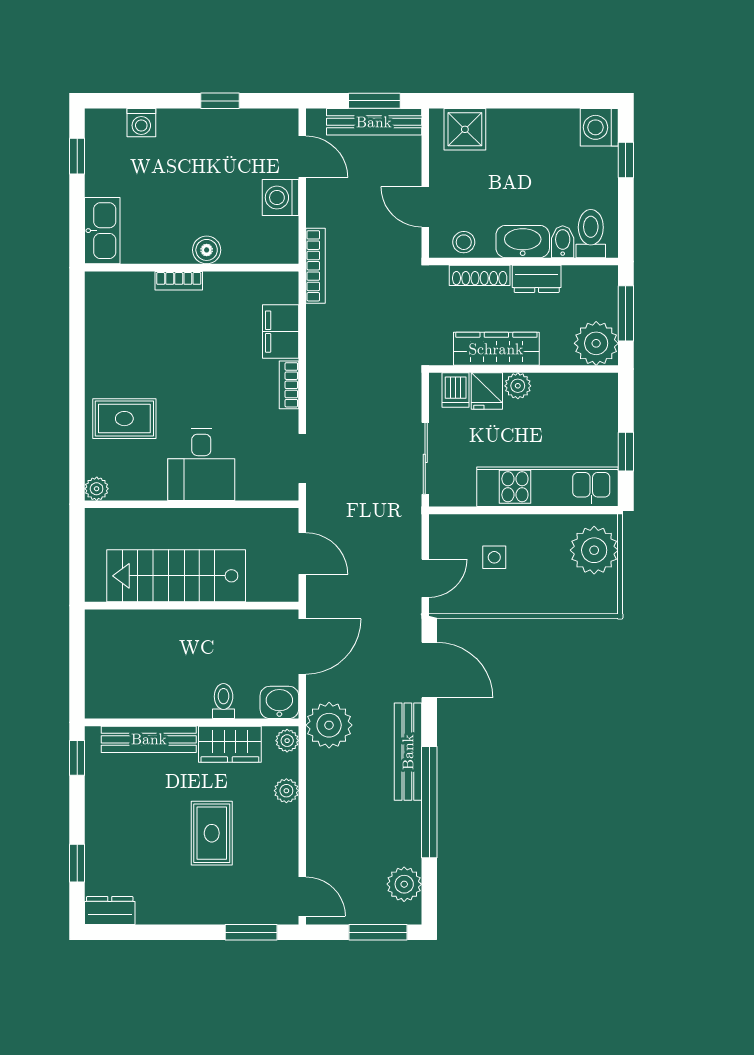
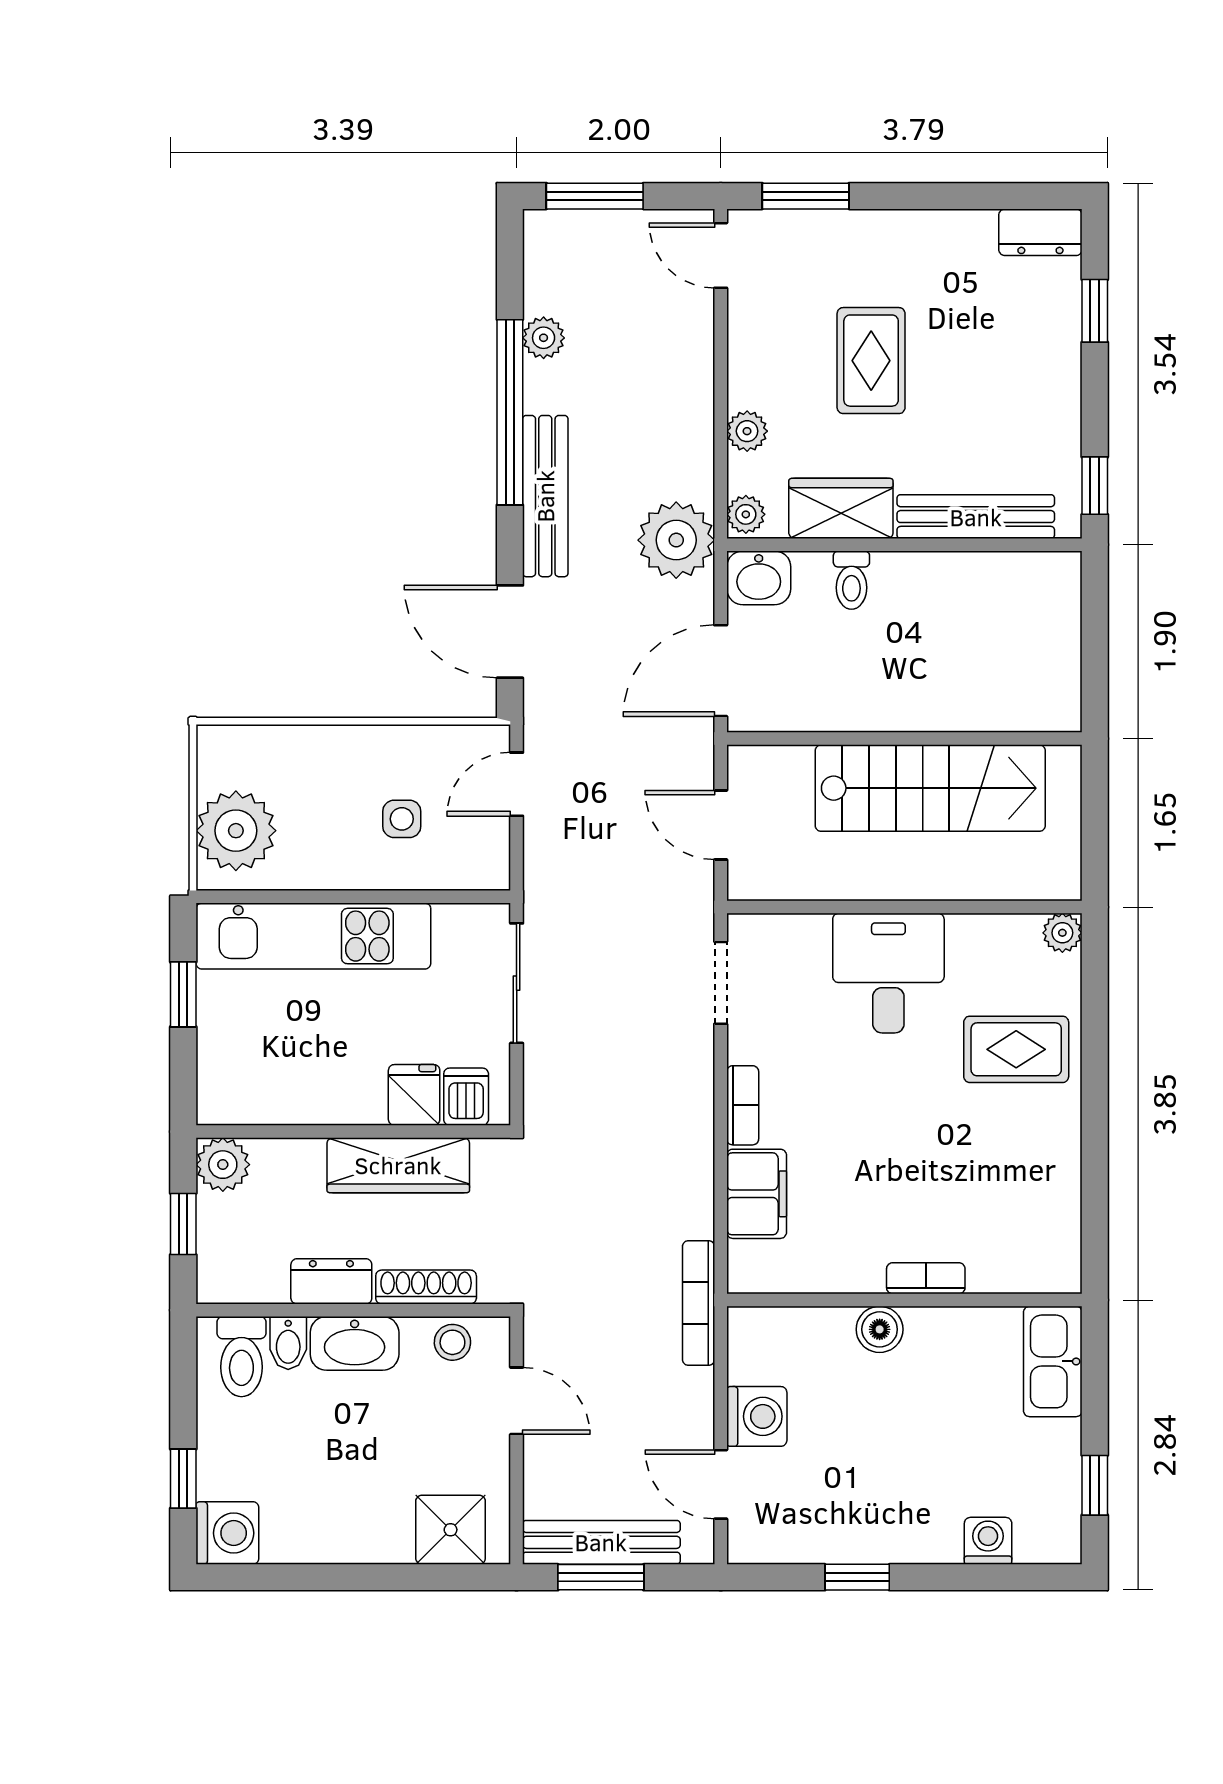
window: (626, 313) -> (183, 1224), width x0.67
plant: (596, 343) -> (223, 1165), width x0.73, depth x0.73
plant: (518, 386) -> (363, 1104), removed
plant: (404, 884) -> (544, 338), moved, width x0.73, depth x0.73

